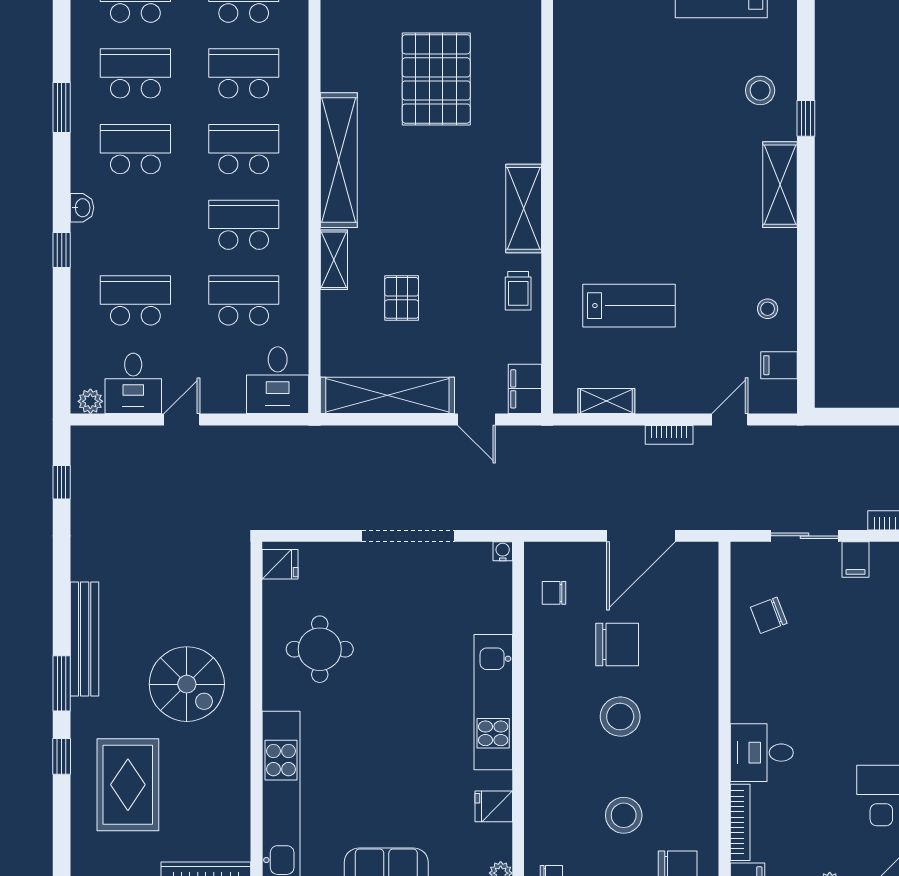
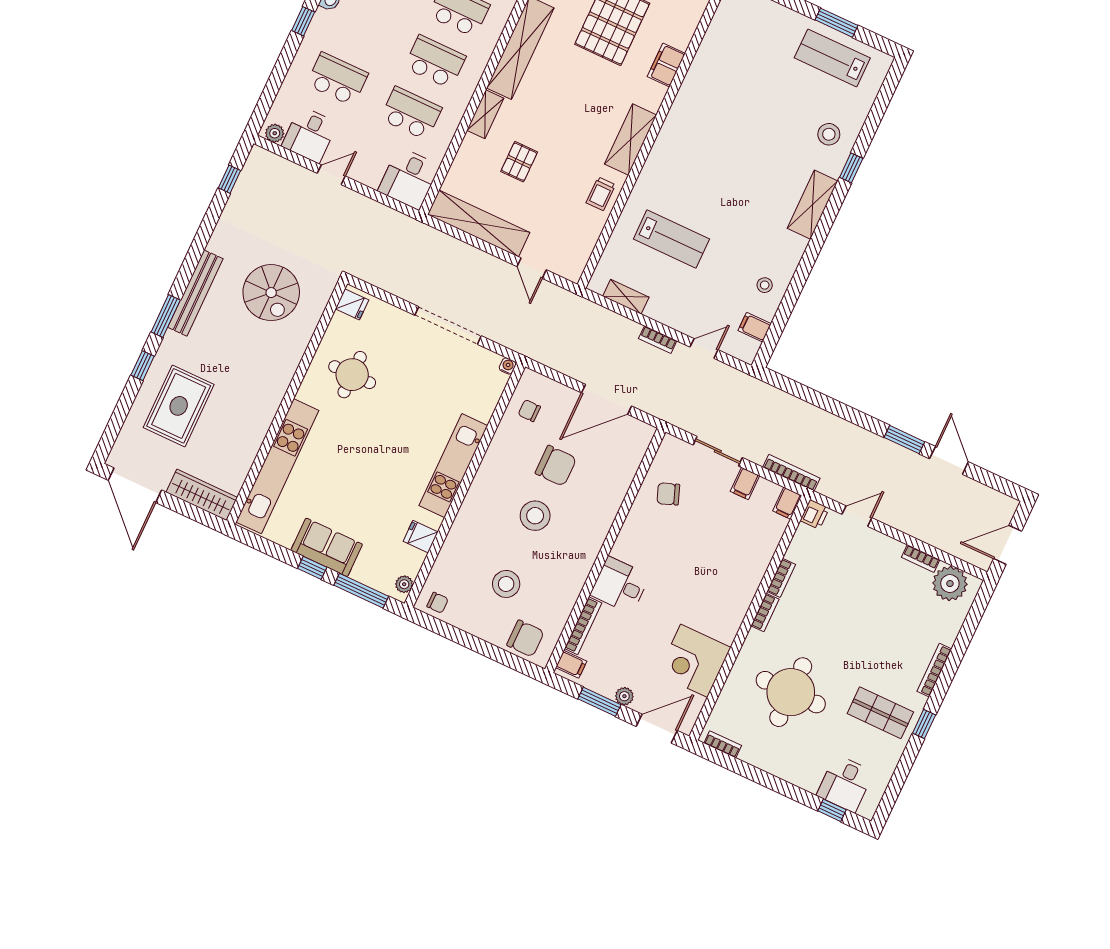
filing cabinet: (525, 389) -> (666, 65), moved
spiral stairs: (187, 684) -> (271, 293), moved

